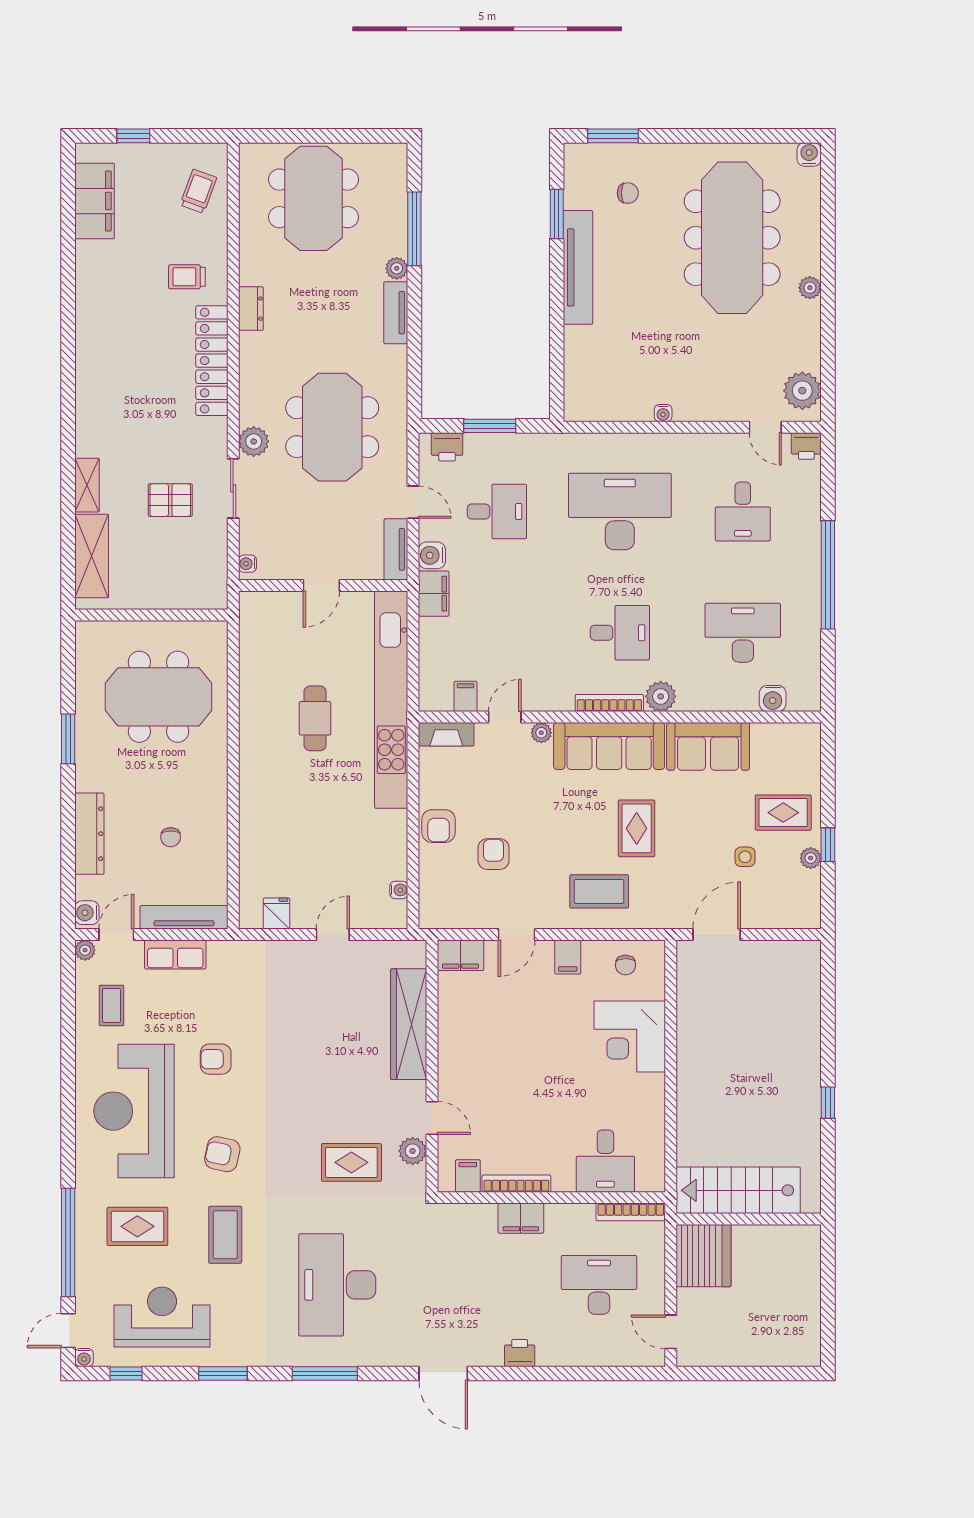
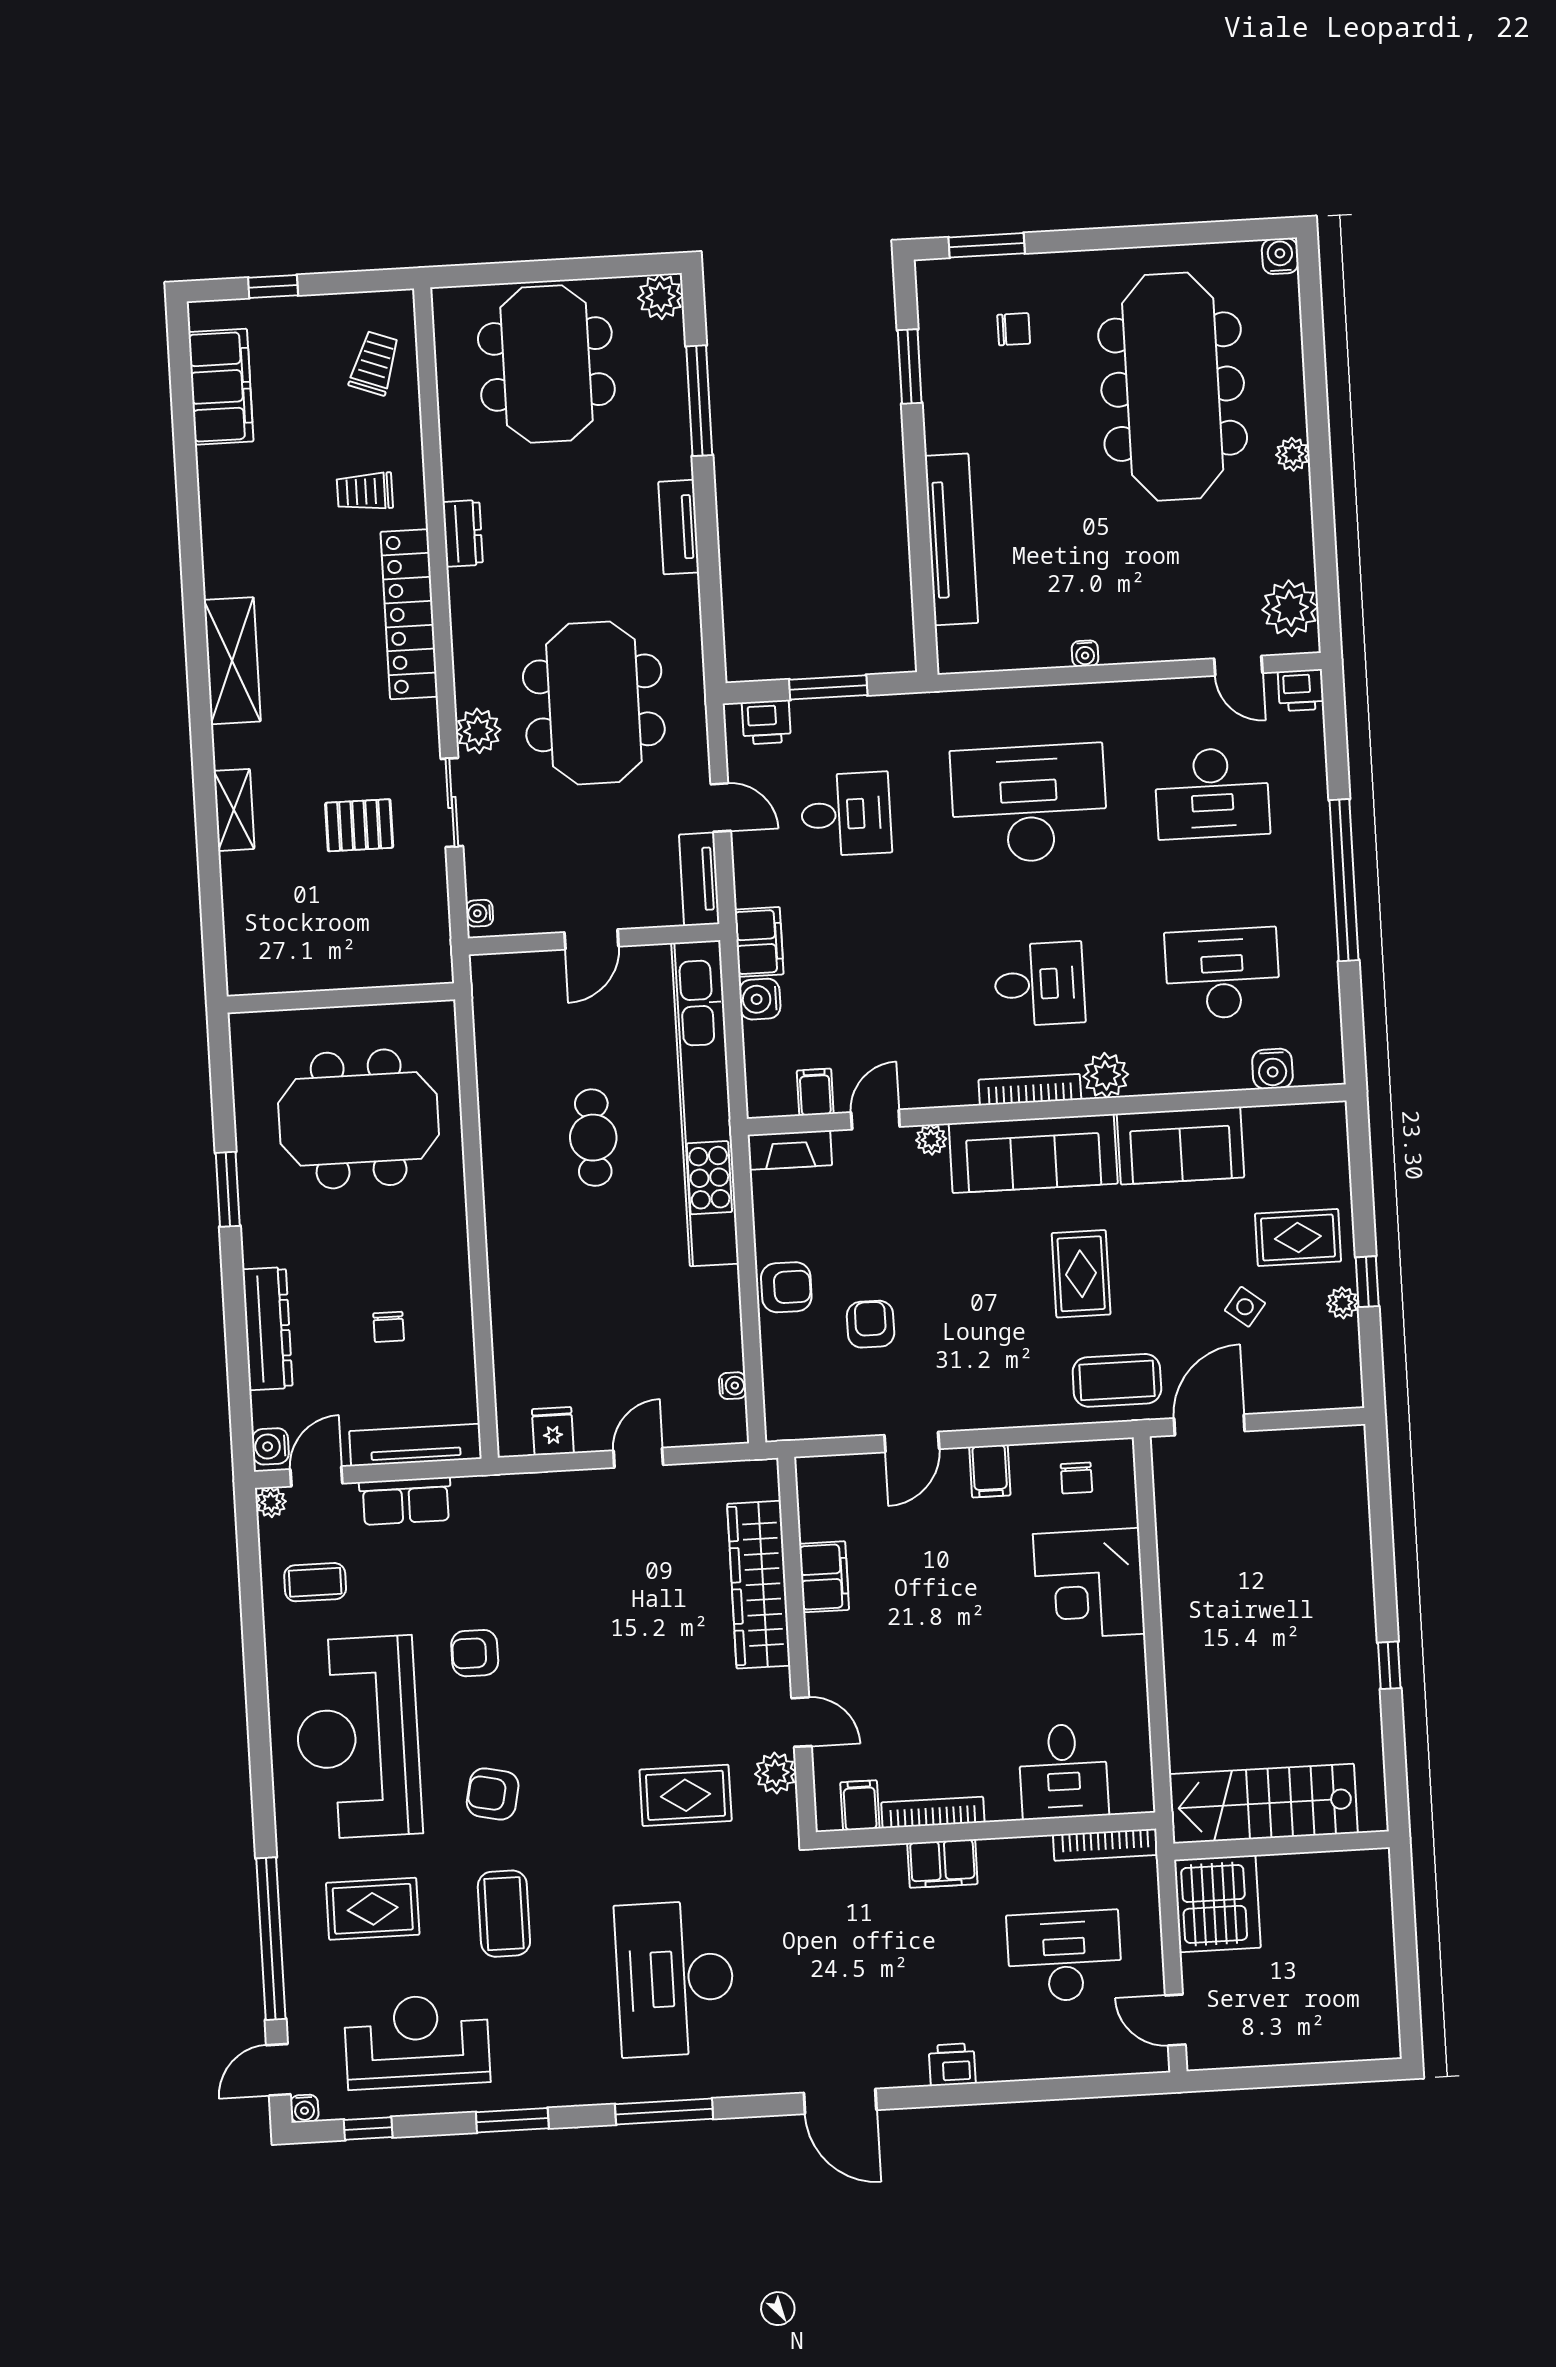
tv unit: (578, 267) -> (951, 539), moved
plant: (397, 268) -> (661, 297), moved, width x1.38, depth x1.38
desk: (743, 511) -> (1212, 793), width x1.37
water cooler: (432, 555) -> (760, 999), moved
shelving: (92, 556) -> (232, 661), moved
armchair: (439, 826) -> (786, 1287), turned -90
side table: (745, 857) -> (1245, 1307), turned 38
coffee table: (599, 891) -> (1117, 1380), moved
filing cabinet: (460, 955) -> (824, 1577), moved, turned -90
coffee table: (112, 1005) -> (315, 1582), turned 90

